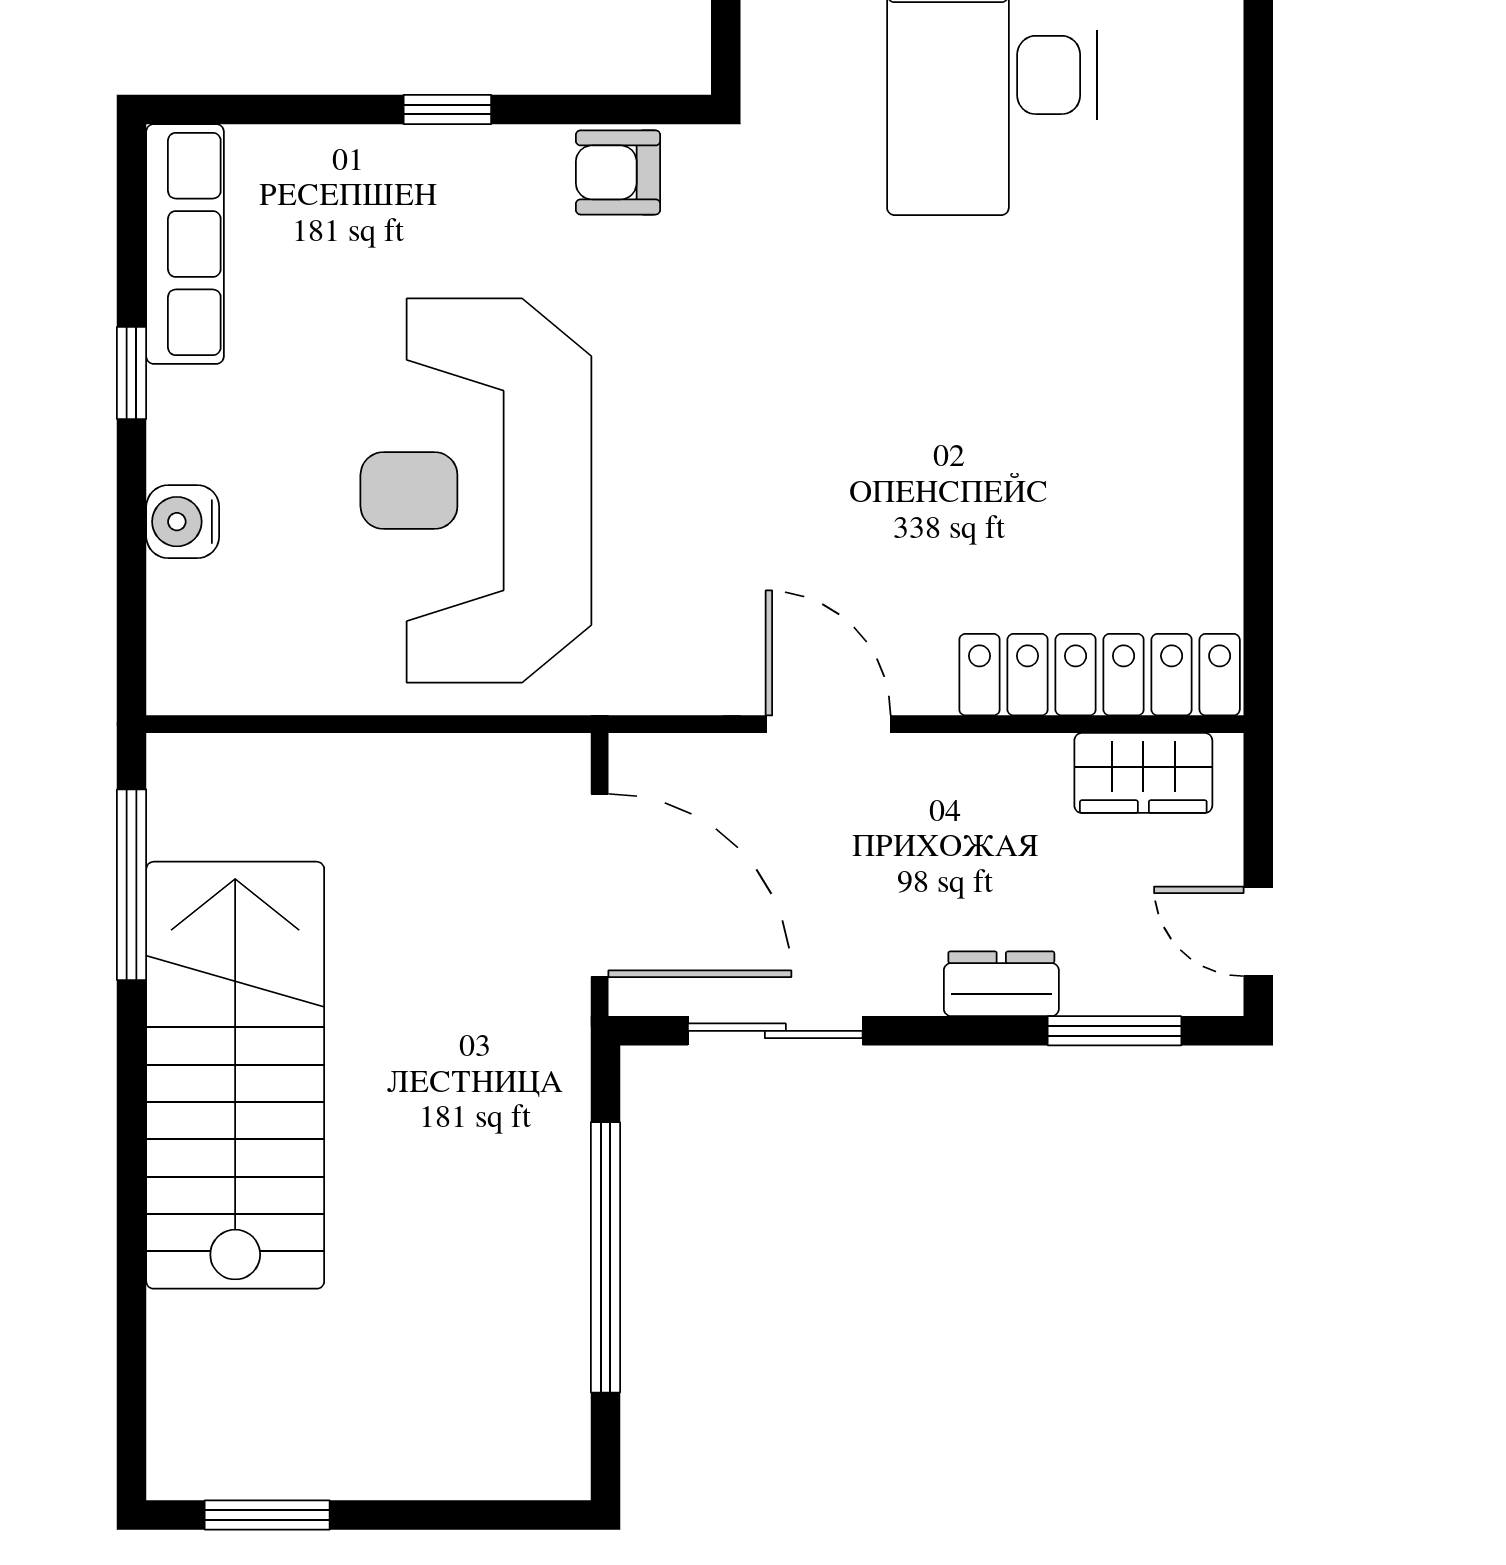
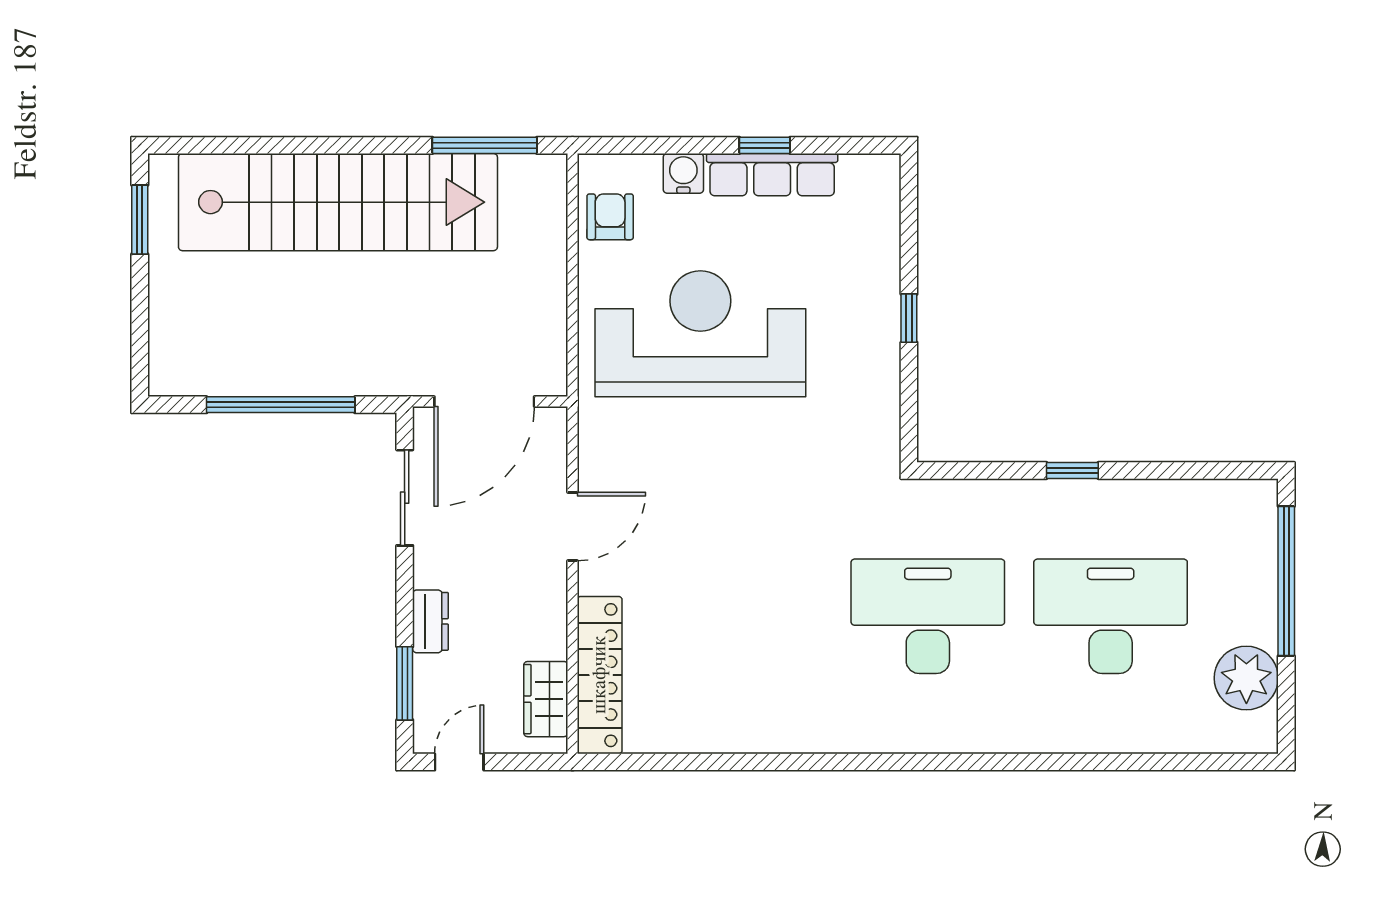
armchair: (618, 172) -> (610, 217), moved
row of seats: (185, 244) -> (772, 175), moved
stairs: (235, 1075) -> (338, 202), width x1.36

